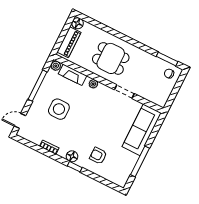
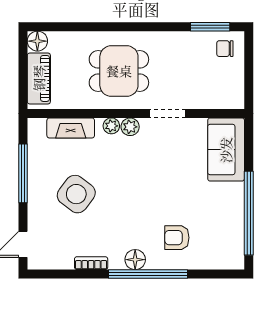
plant: (56, 66) -> (130, 127), moved
side table: (59, 109) -> (76, 194), turned 37
sofa: (142, 130) -> (226, 150), width x0.73
window: (140, 161) -> (249, 213), width x1.46
window: (75, 167) -> (148, 274), width x3.17

